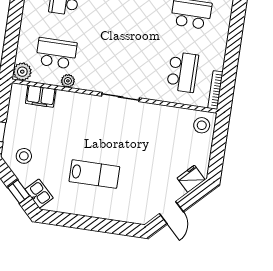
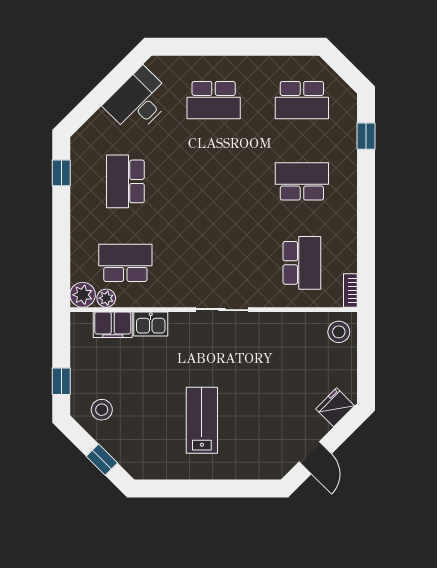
plant: (68, 81) -> (106, 298), moved
bookcase: (215, 90) -> (350, 290), width x0.64
lab bench: (94, 174) -> (202, 420), turned -90
kitchen sink: (39, 194) -> (151, 324), moved, turned 135

